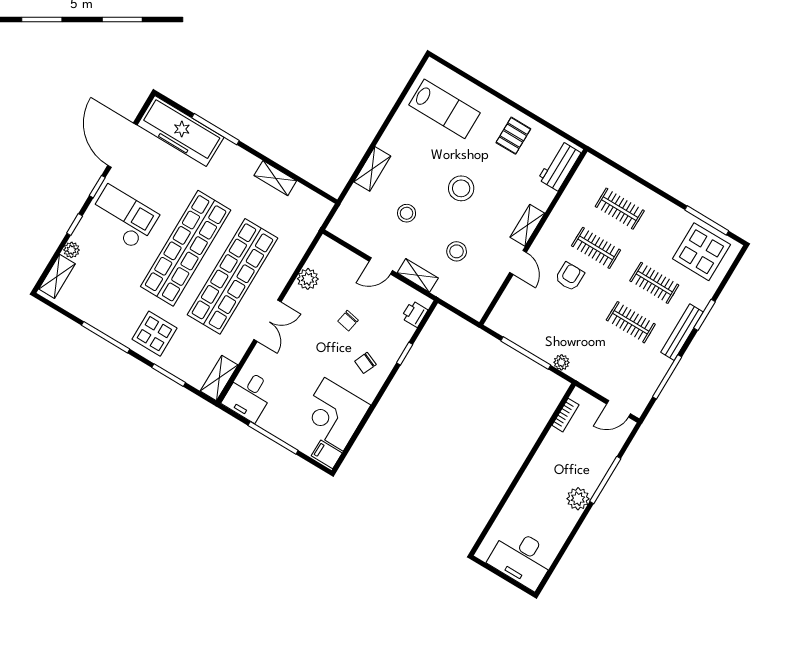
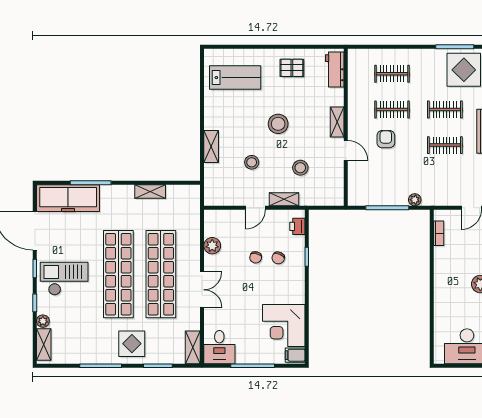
pallet: (513, 136) -> (292, 68), turned 90
chair: (365, 363) -> (278, 258), moved

